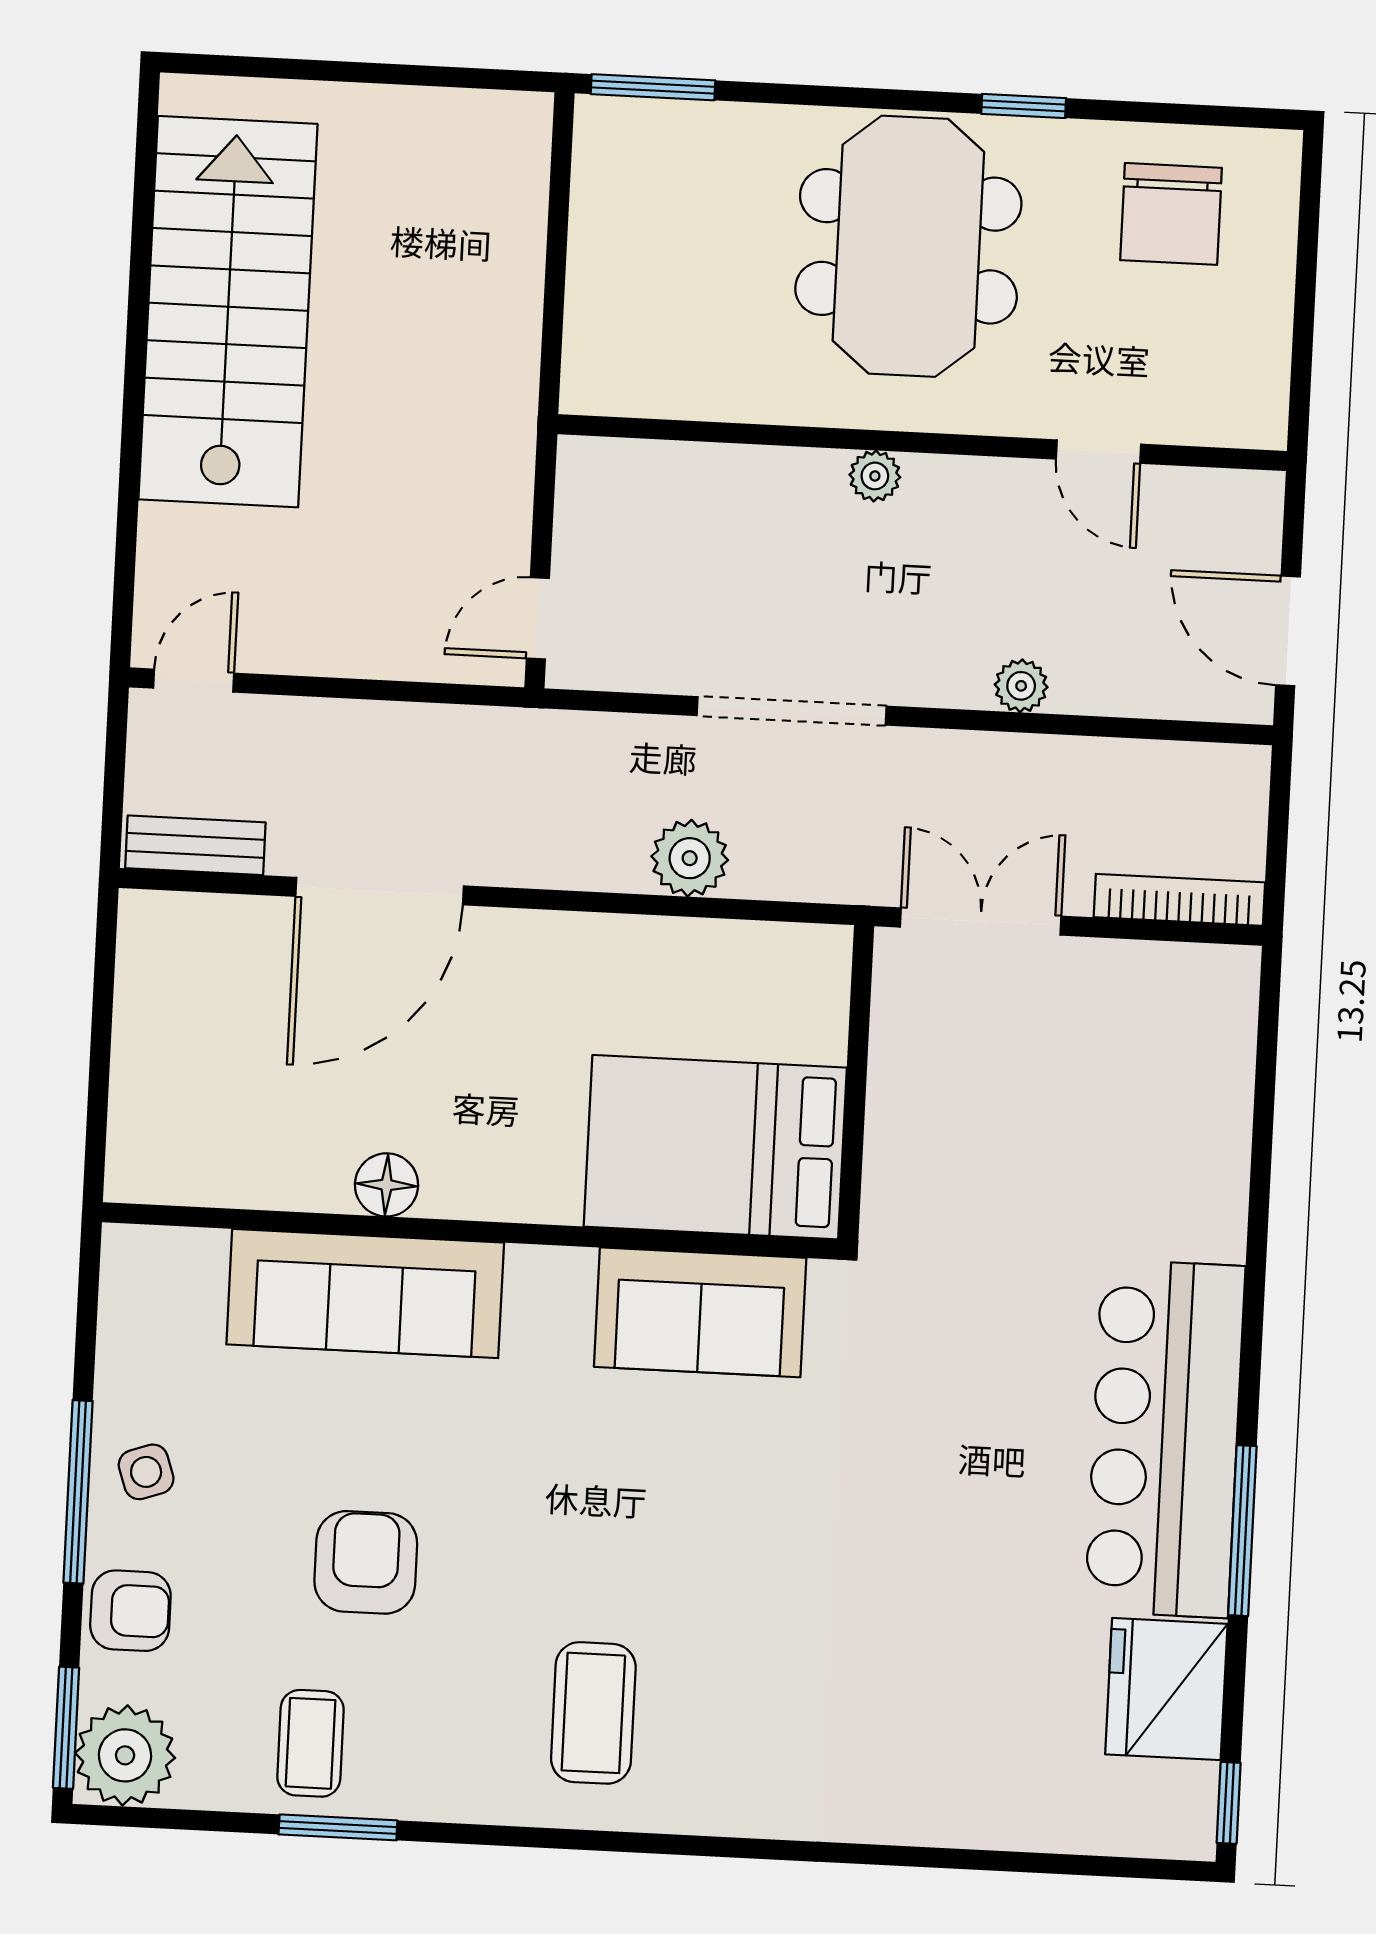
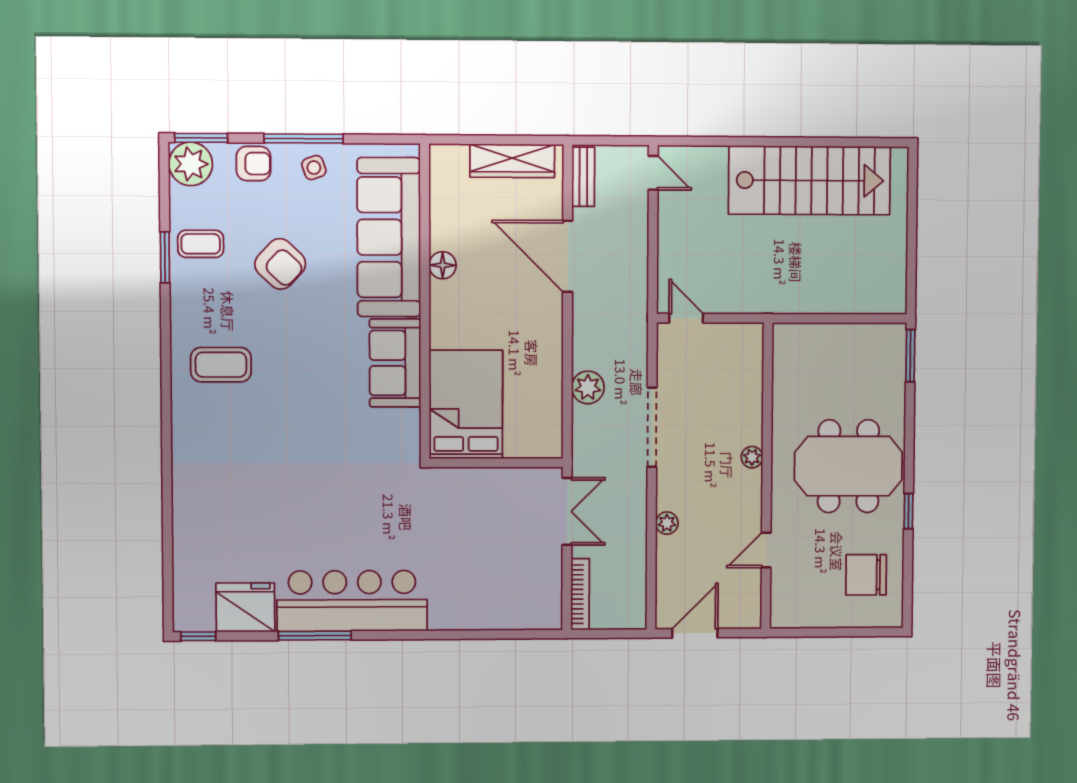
wardrobe: (151, 1010) -> (512, 161), added
sofa: (365, 1294) -> (389, 237), width x1.36, depth x1.27
sofa: (700, 1312) -> (395, 363), moved
armchair: (366, 1562) -> (280, 264), turned 43
armchair: (130, 1611) -> (254, 164), turned -90

